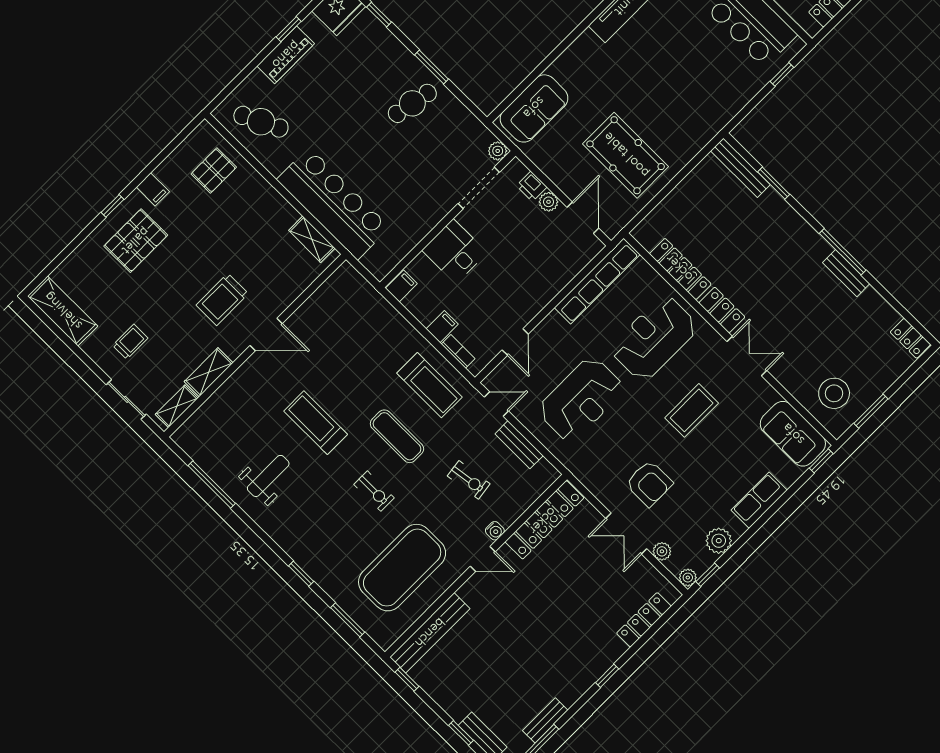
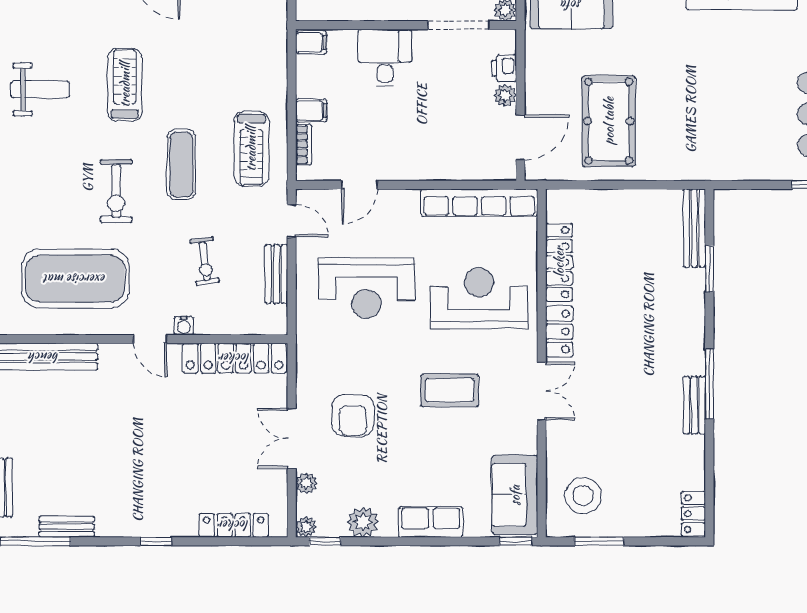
exercise bike: (374, 491) -> (116, 191), width x1.38, depth x1.39

